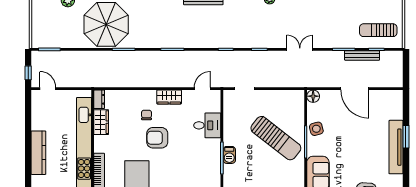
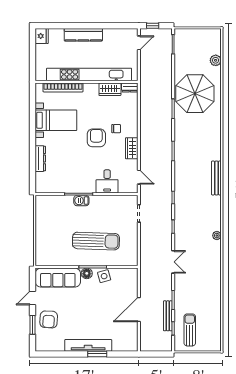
floor lamp: (313, 96) -> (87, 273), moved
sun lounger: (276, 138) -> (96, 241), turned -126

